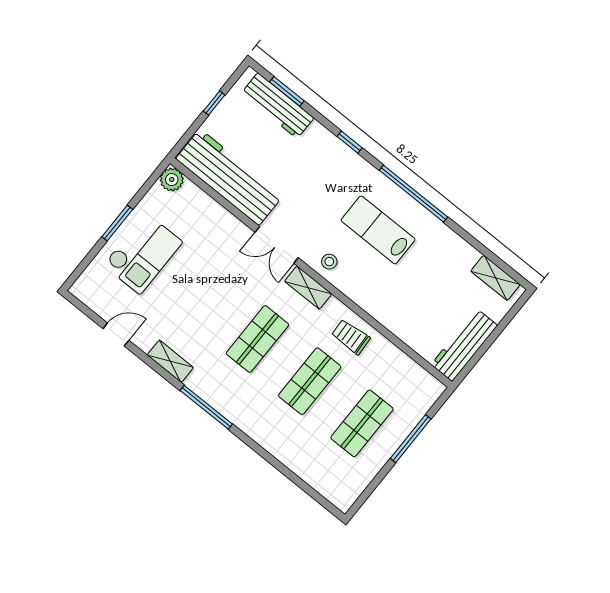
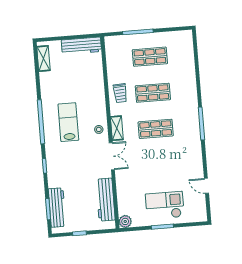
workbench: (229, 177) -> (105, 200), width x0.73, depth x0.76
lab bench: (378, 230) -> (68, 122), turned 180
shelving: (170, 361) -> (197, 155), removed

